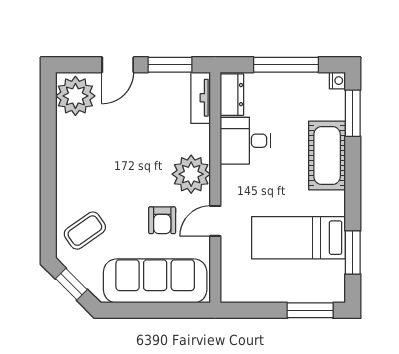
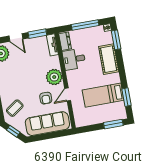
door: (118, 65) -> (16, 38), hinge flipped

